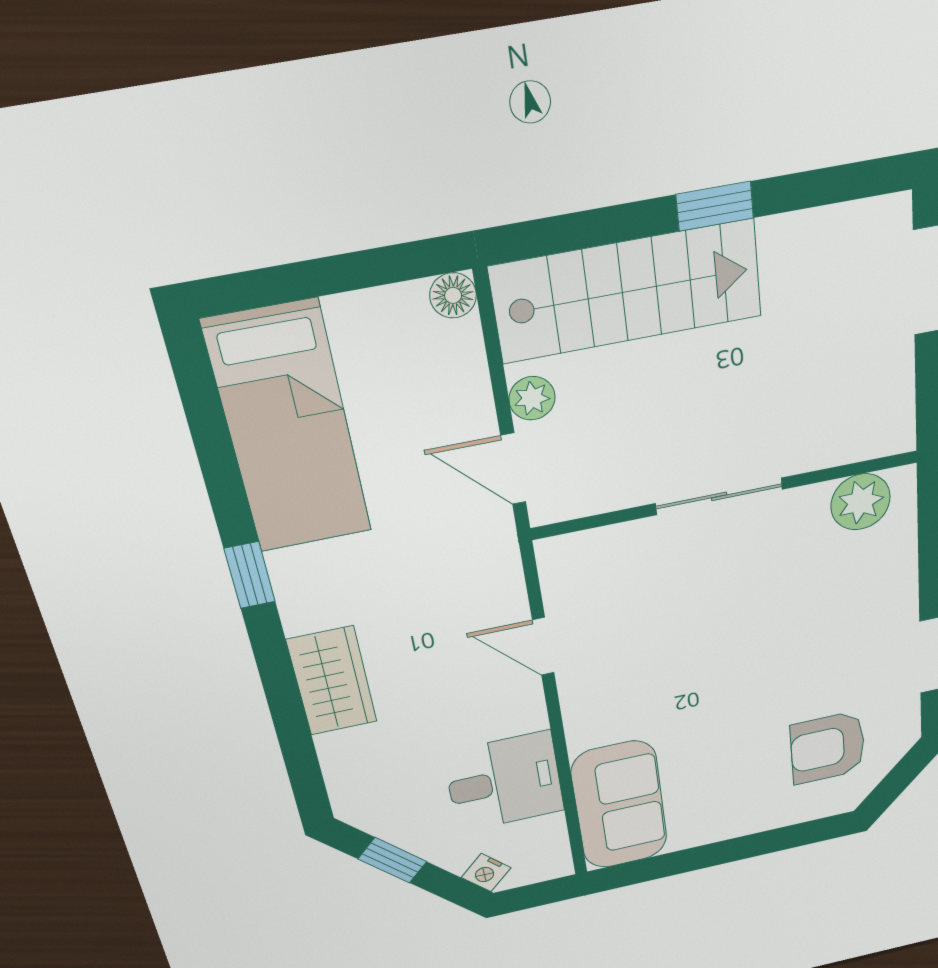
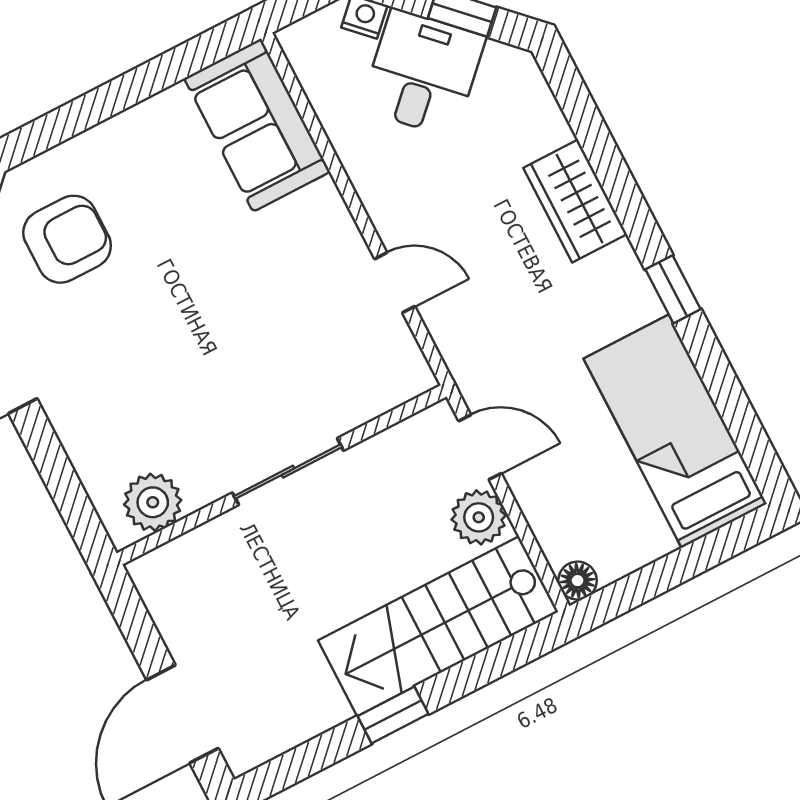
plant: (532, 398) -> (479, 517), width x1.38, depth x1.38
desk: (504, 782) -> (423, 73), moved, turned 135

